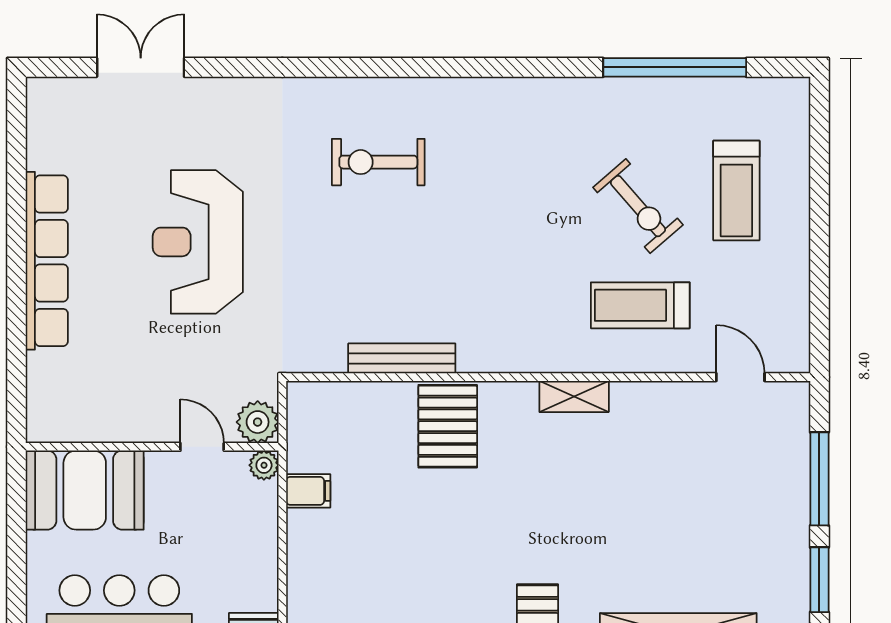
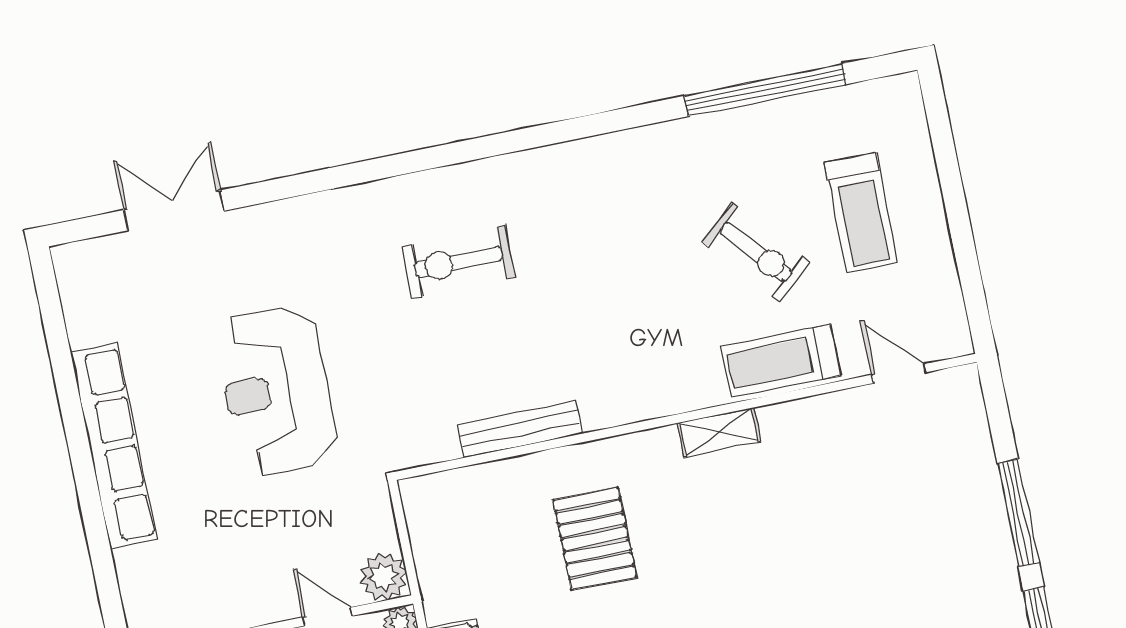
bench: (402, 358) -> (520, 429), moved
wall: (548, 377) -> (686, 417), moved
door: (740, 377) -> (899, 374), moved
shelving: (574, 396) -> (719, 432), moved

